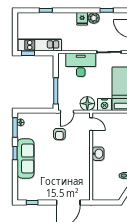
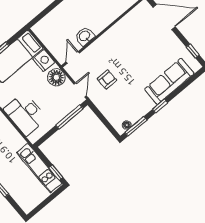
door: (67, 112) -> (80, 90), hinge flipped
washbasin: (98, 154) -> (85, 36), moved
sofa: (25, 159) -> (169, 81), moved

